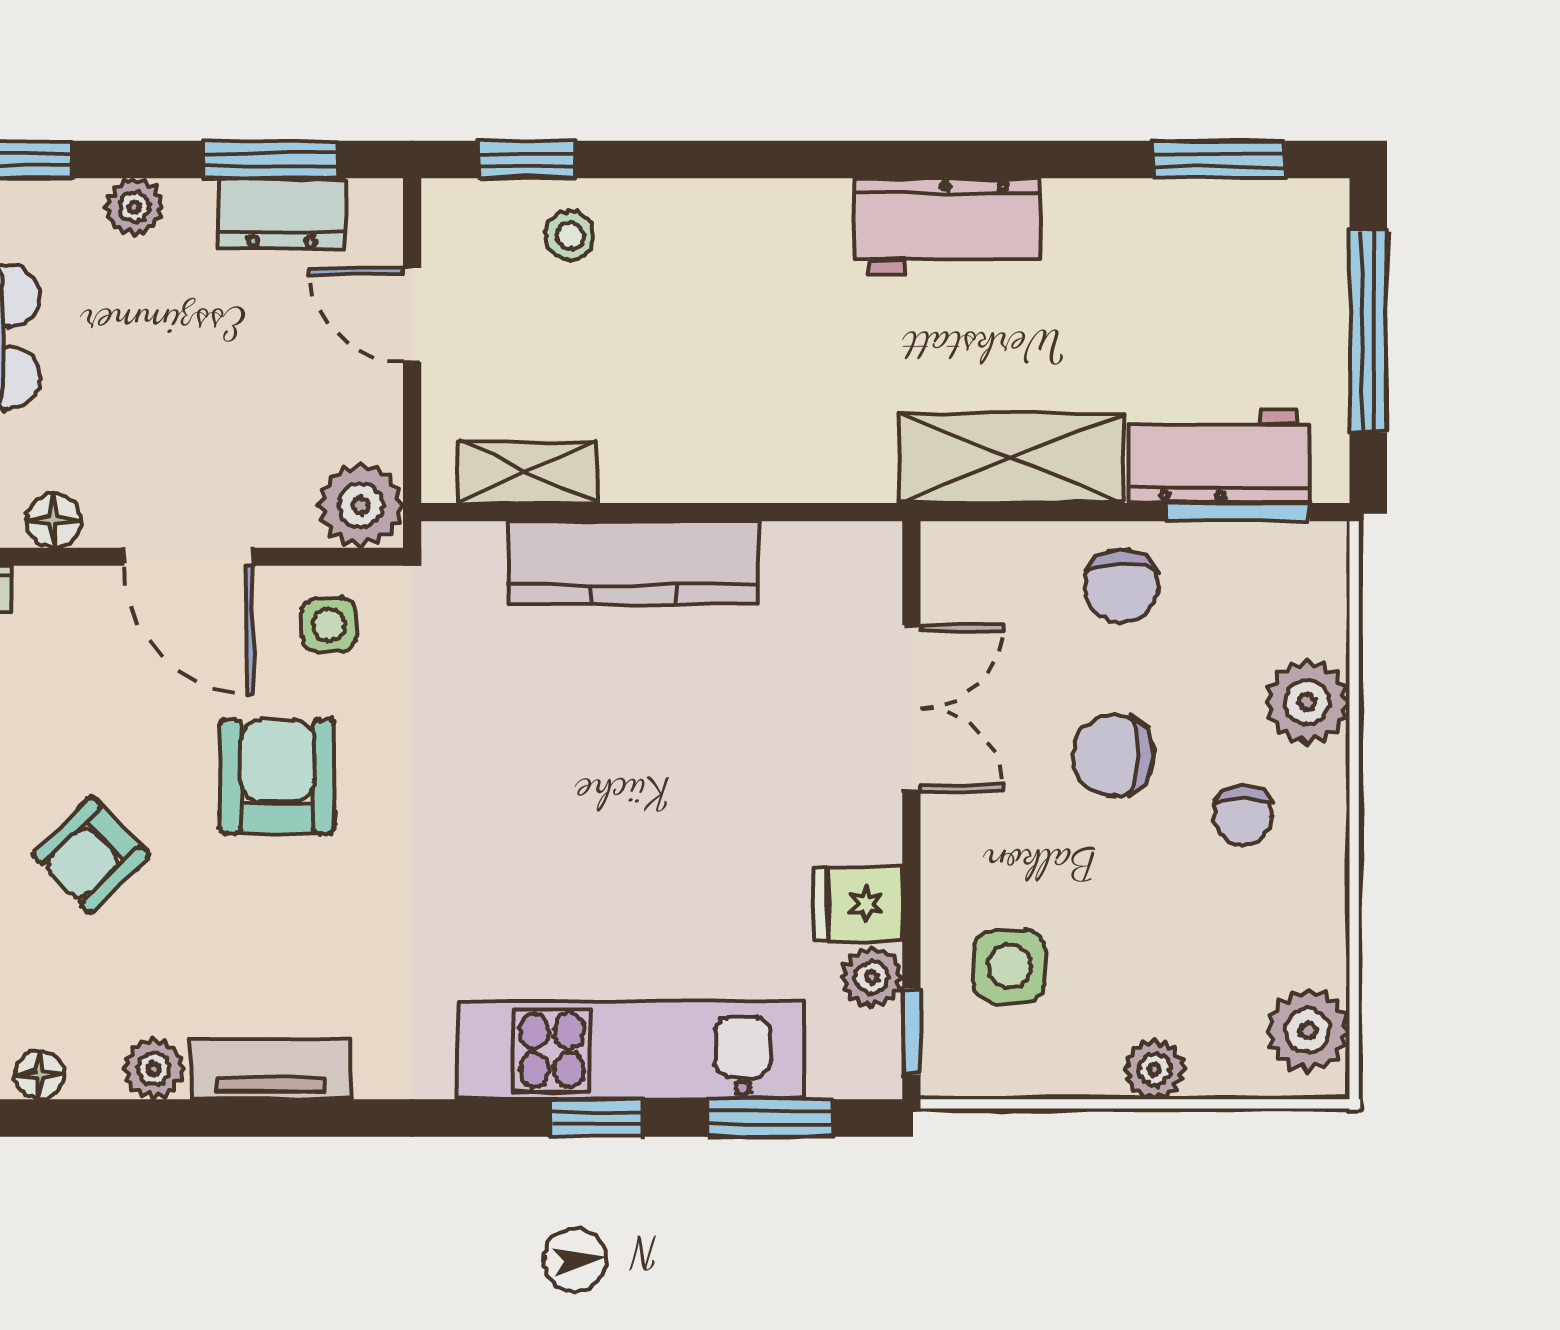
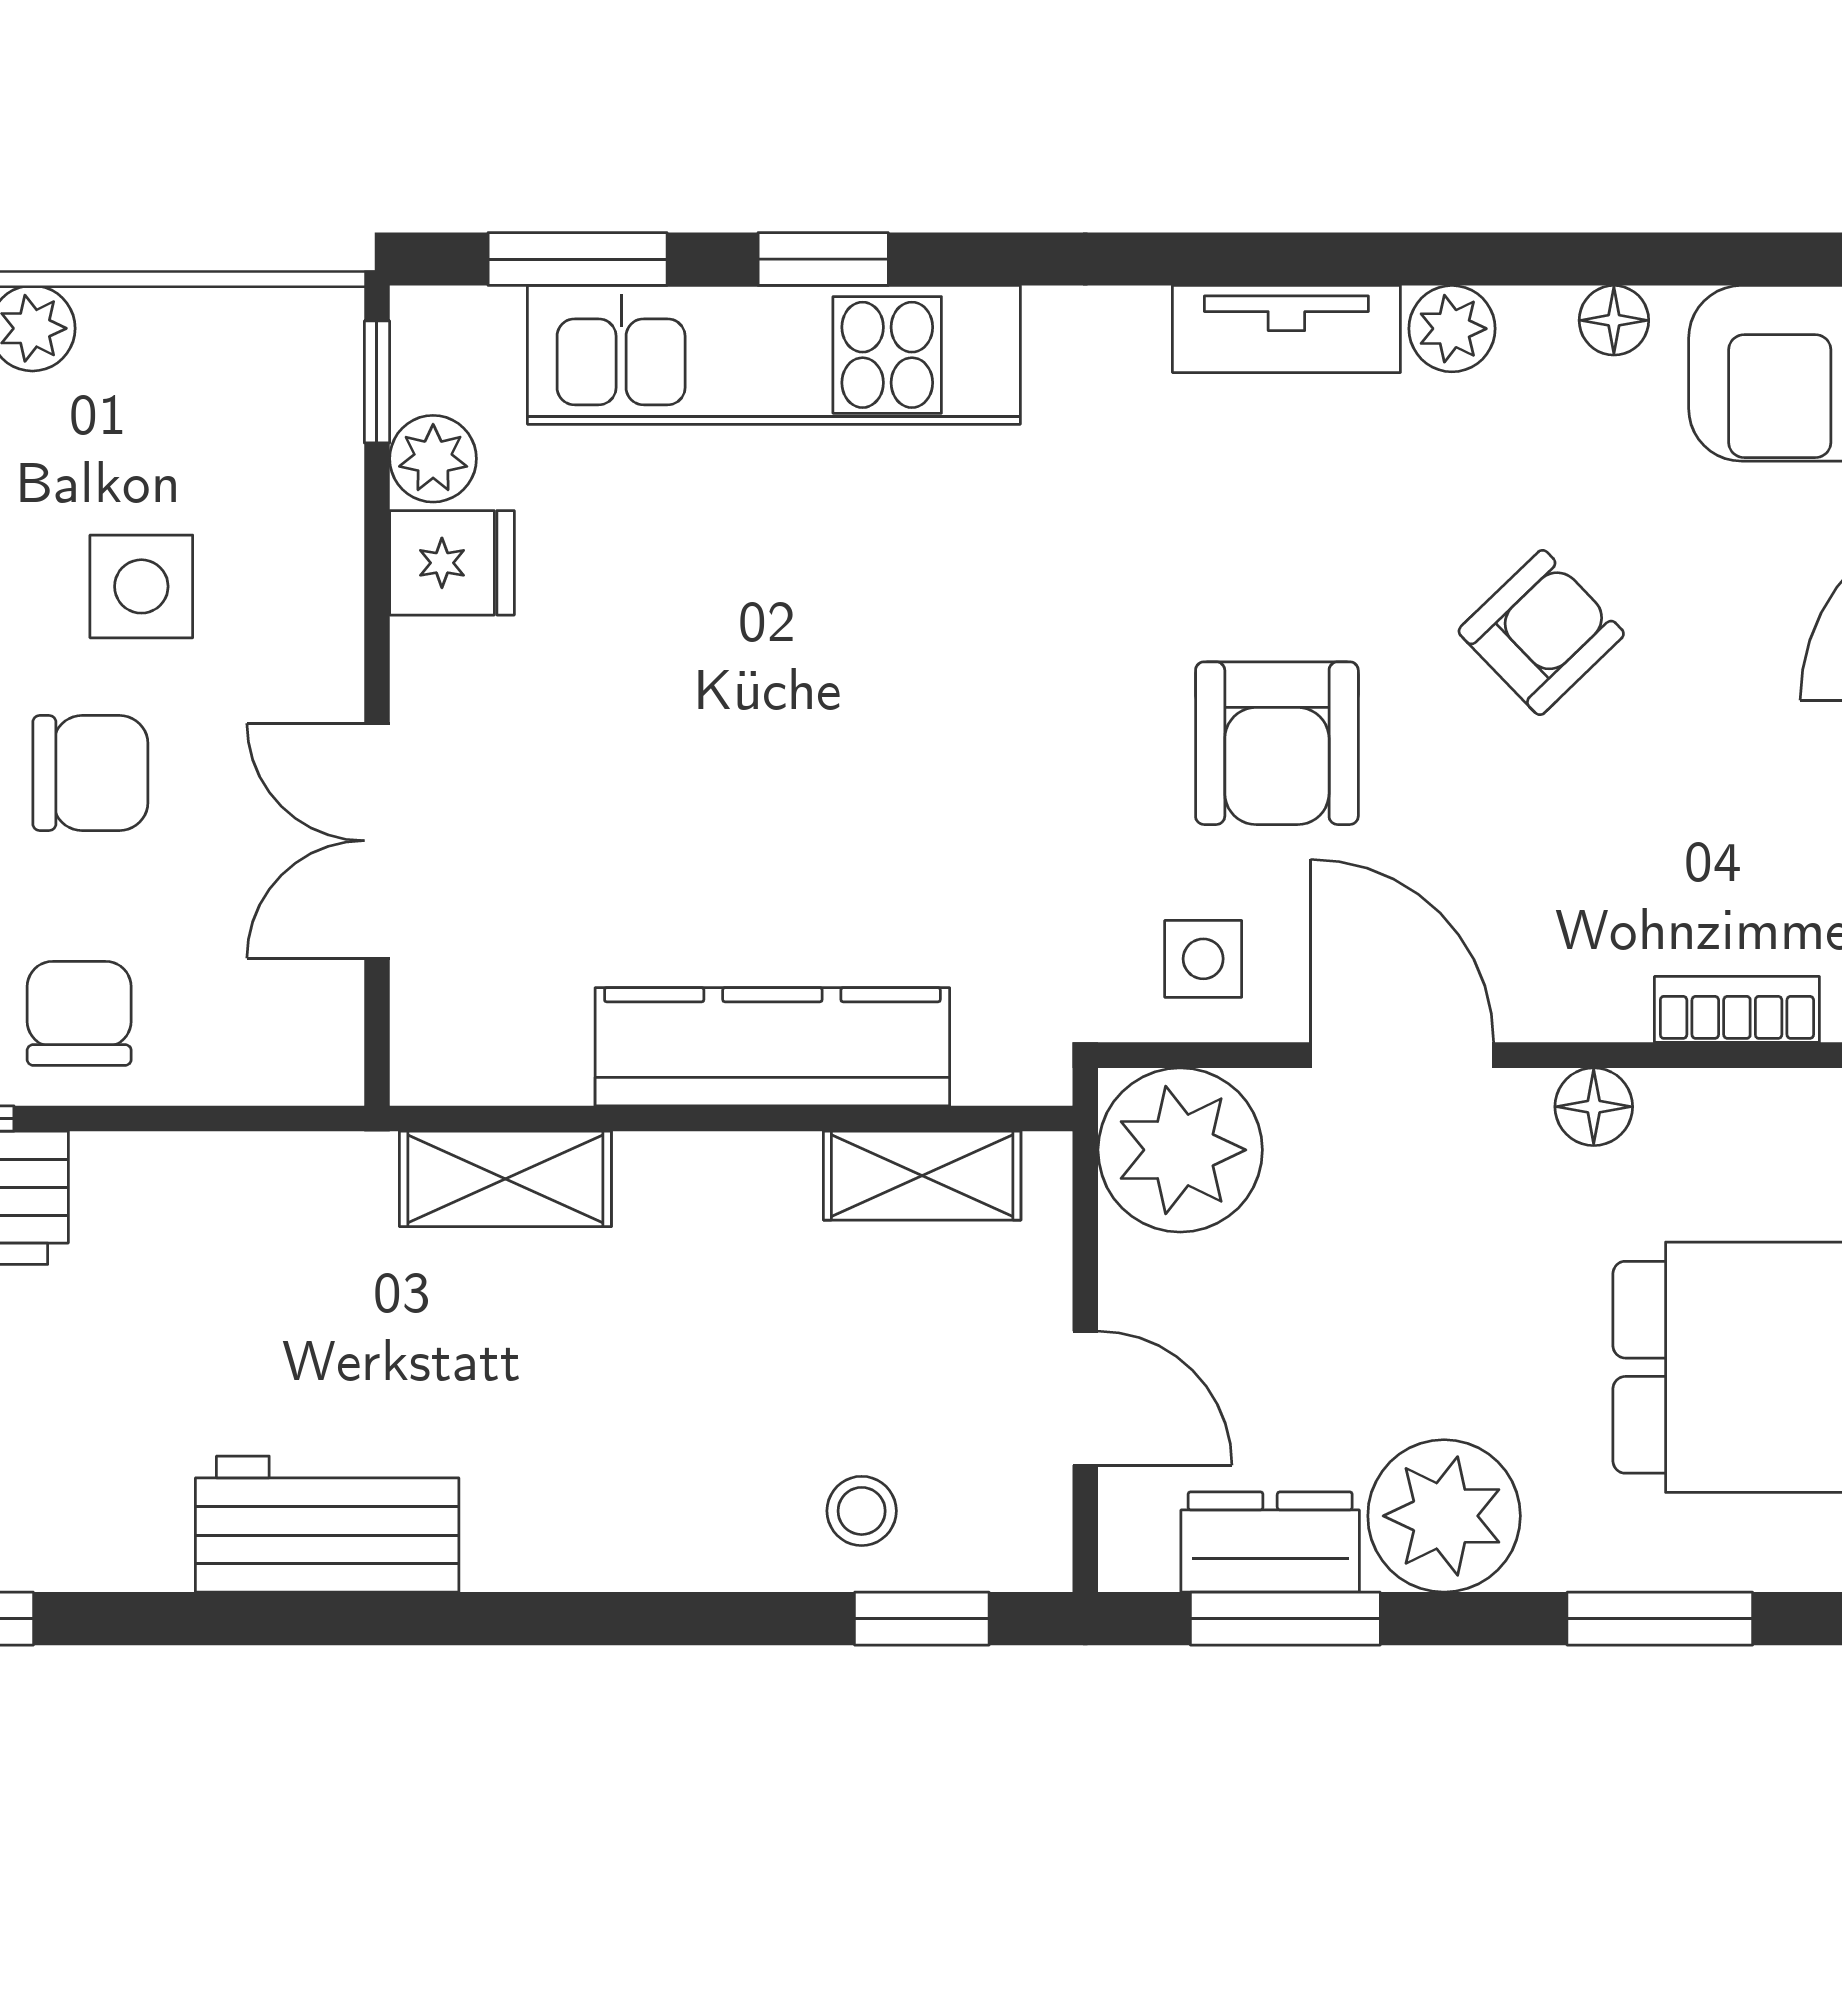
plant: (134, 207) -> (1444, 1516), width x1.88, depth x1.88
shelving: (1011, 458) -> (505, 1179), moved, width x0.67, depth x0.75
plant: (361, 505) -> (1180, 1150), width x1.36, depth x1.36
side table: (1009, 966) -> (141, 586), moved

